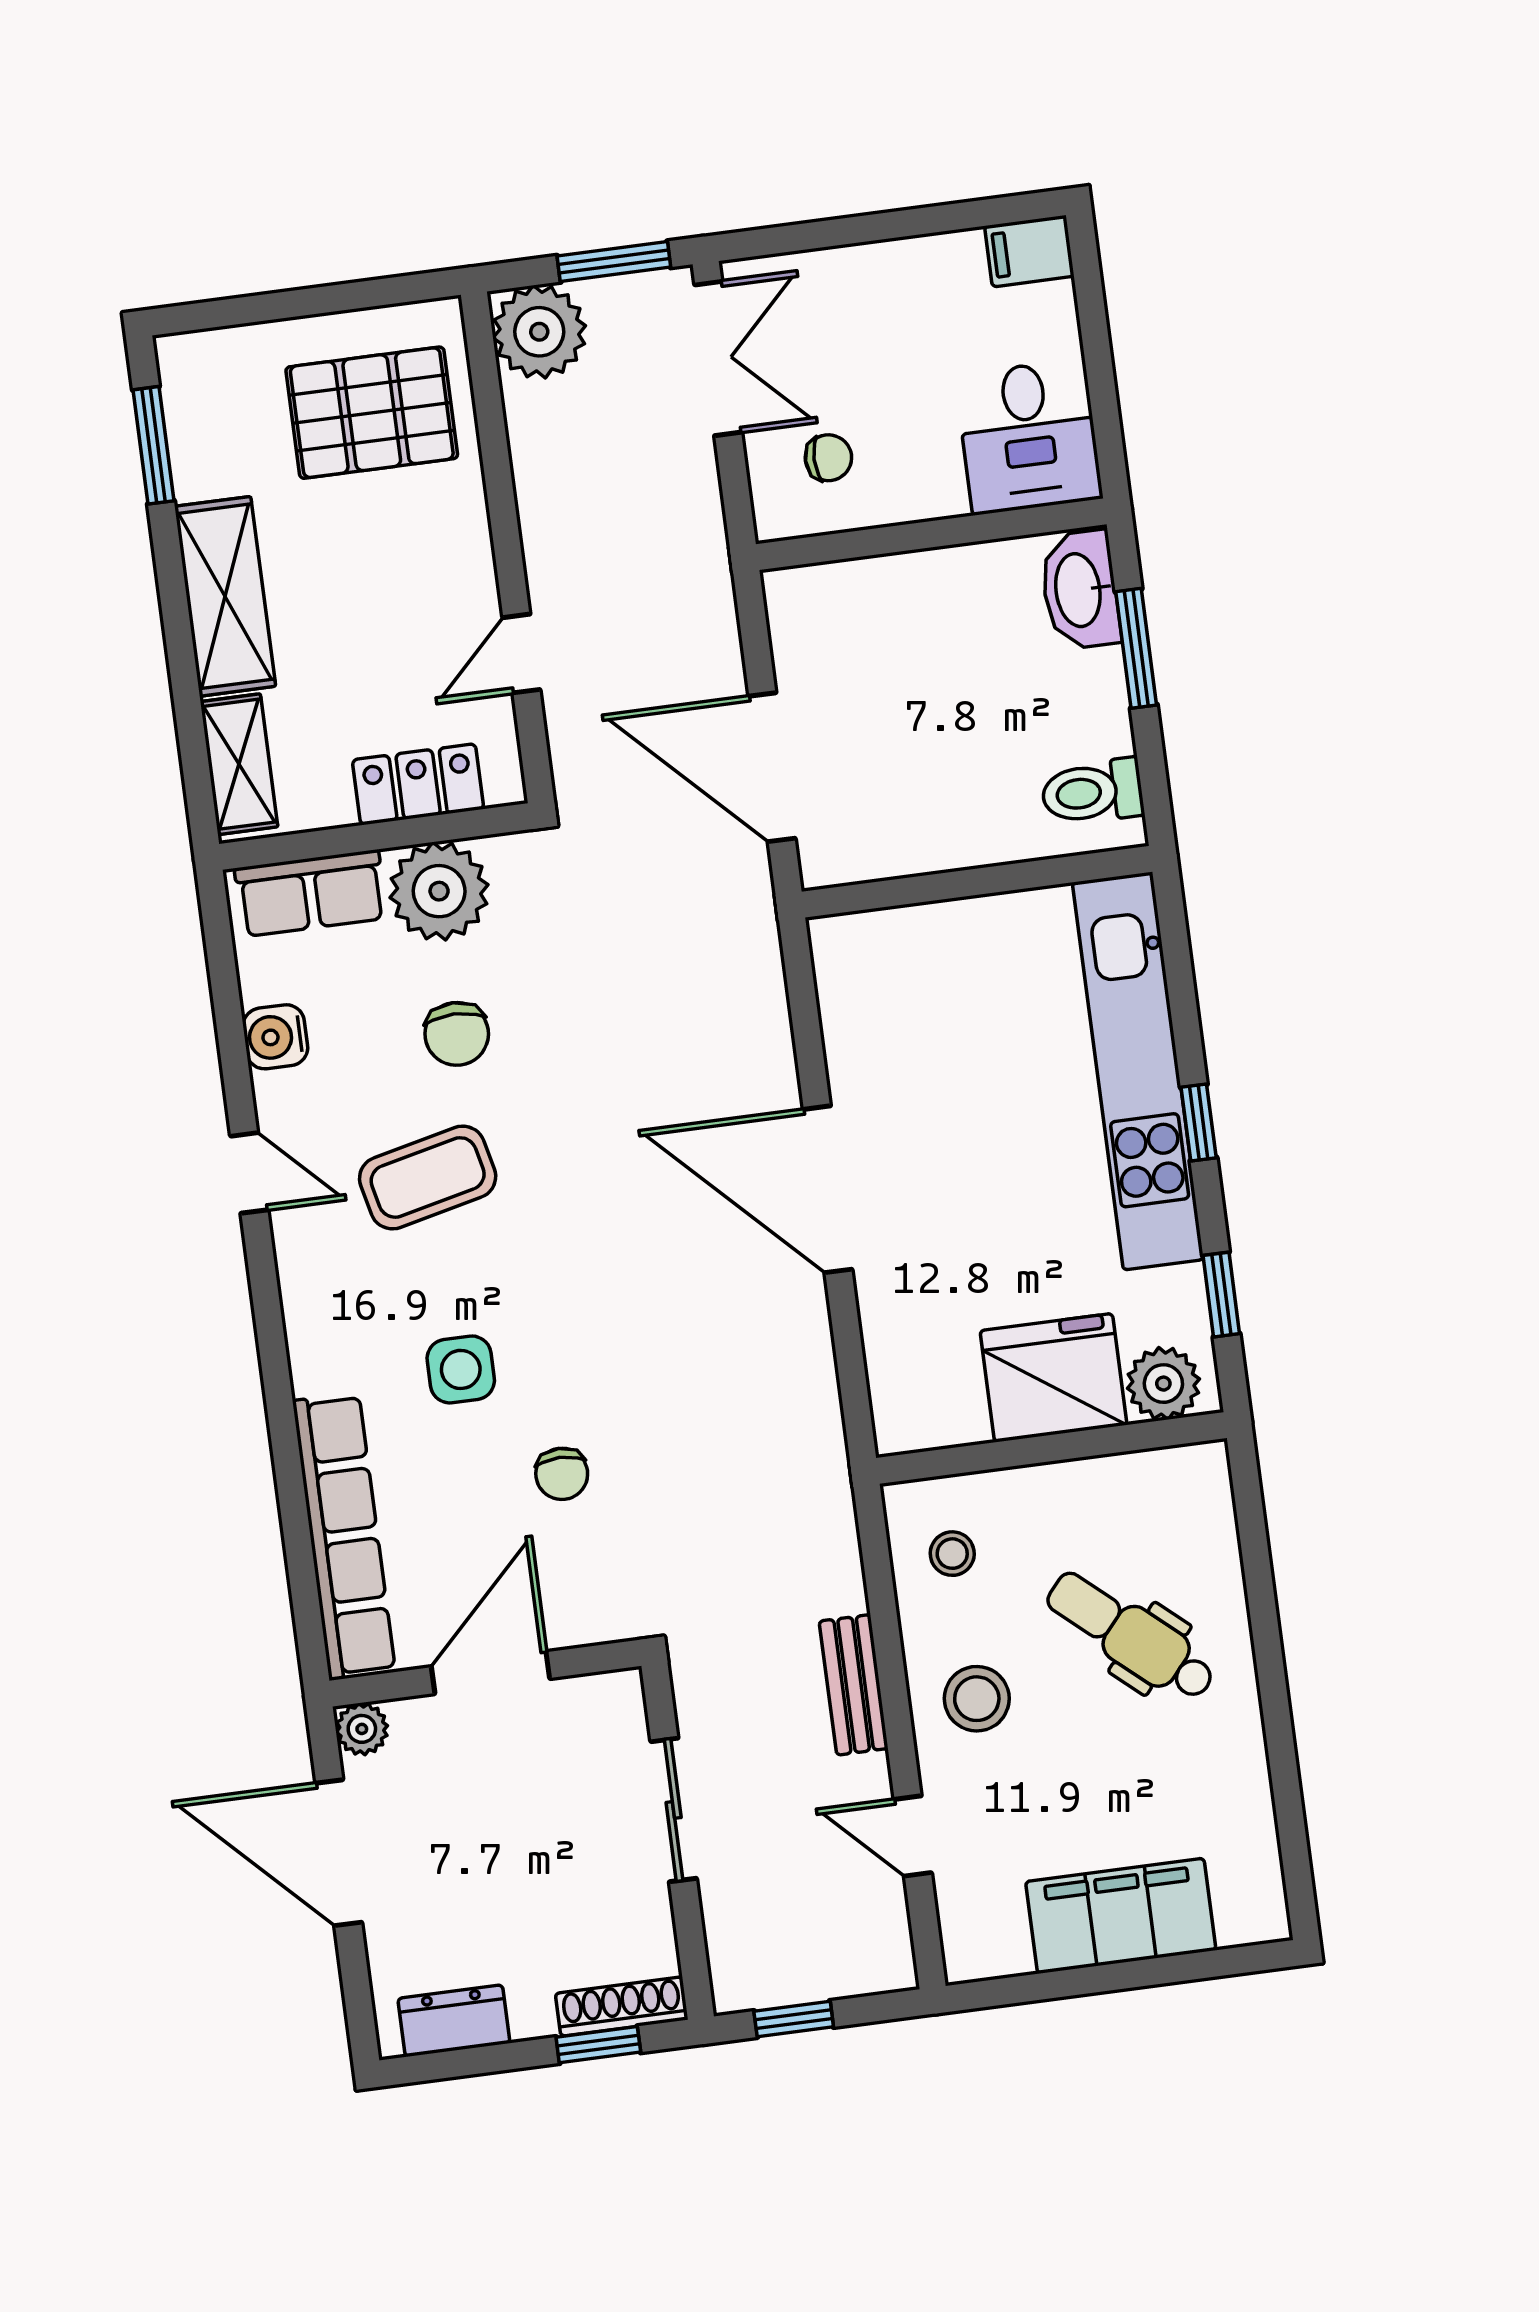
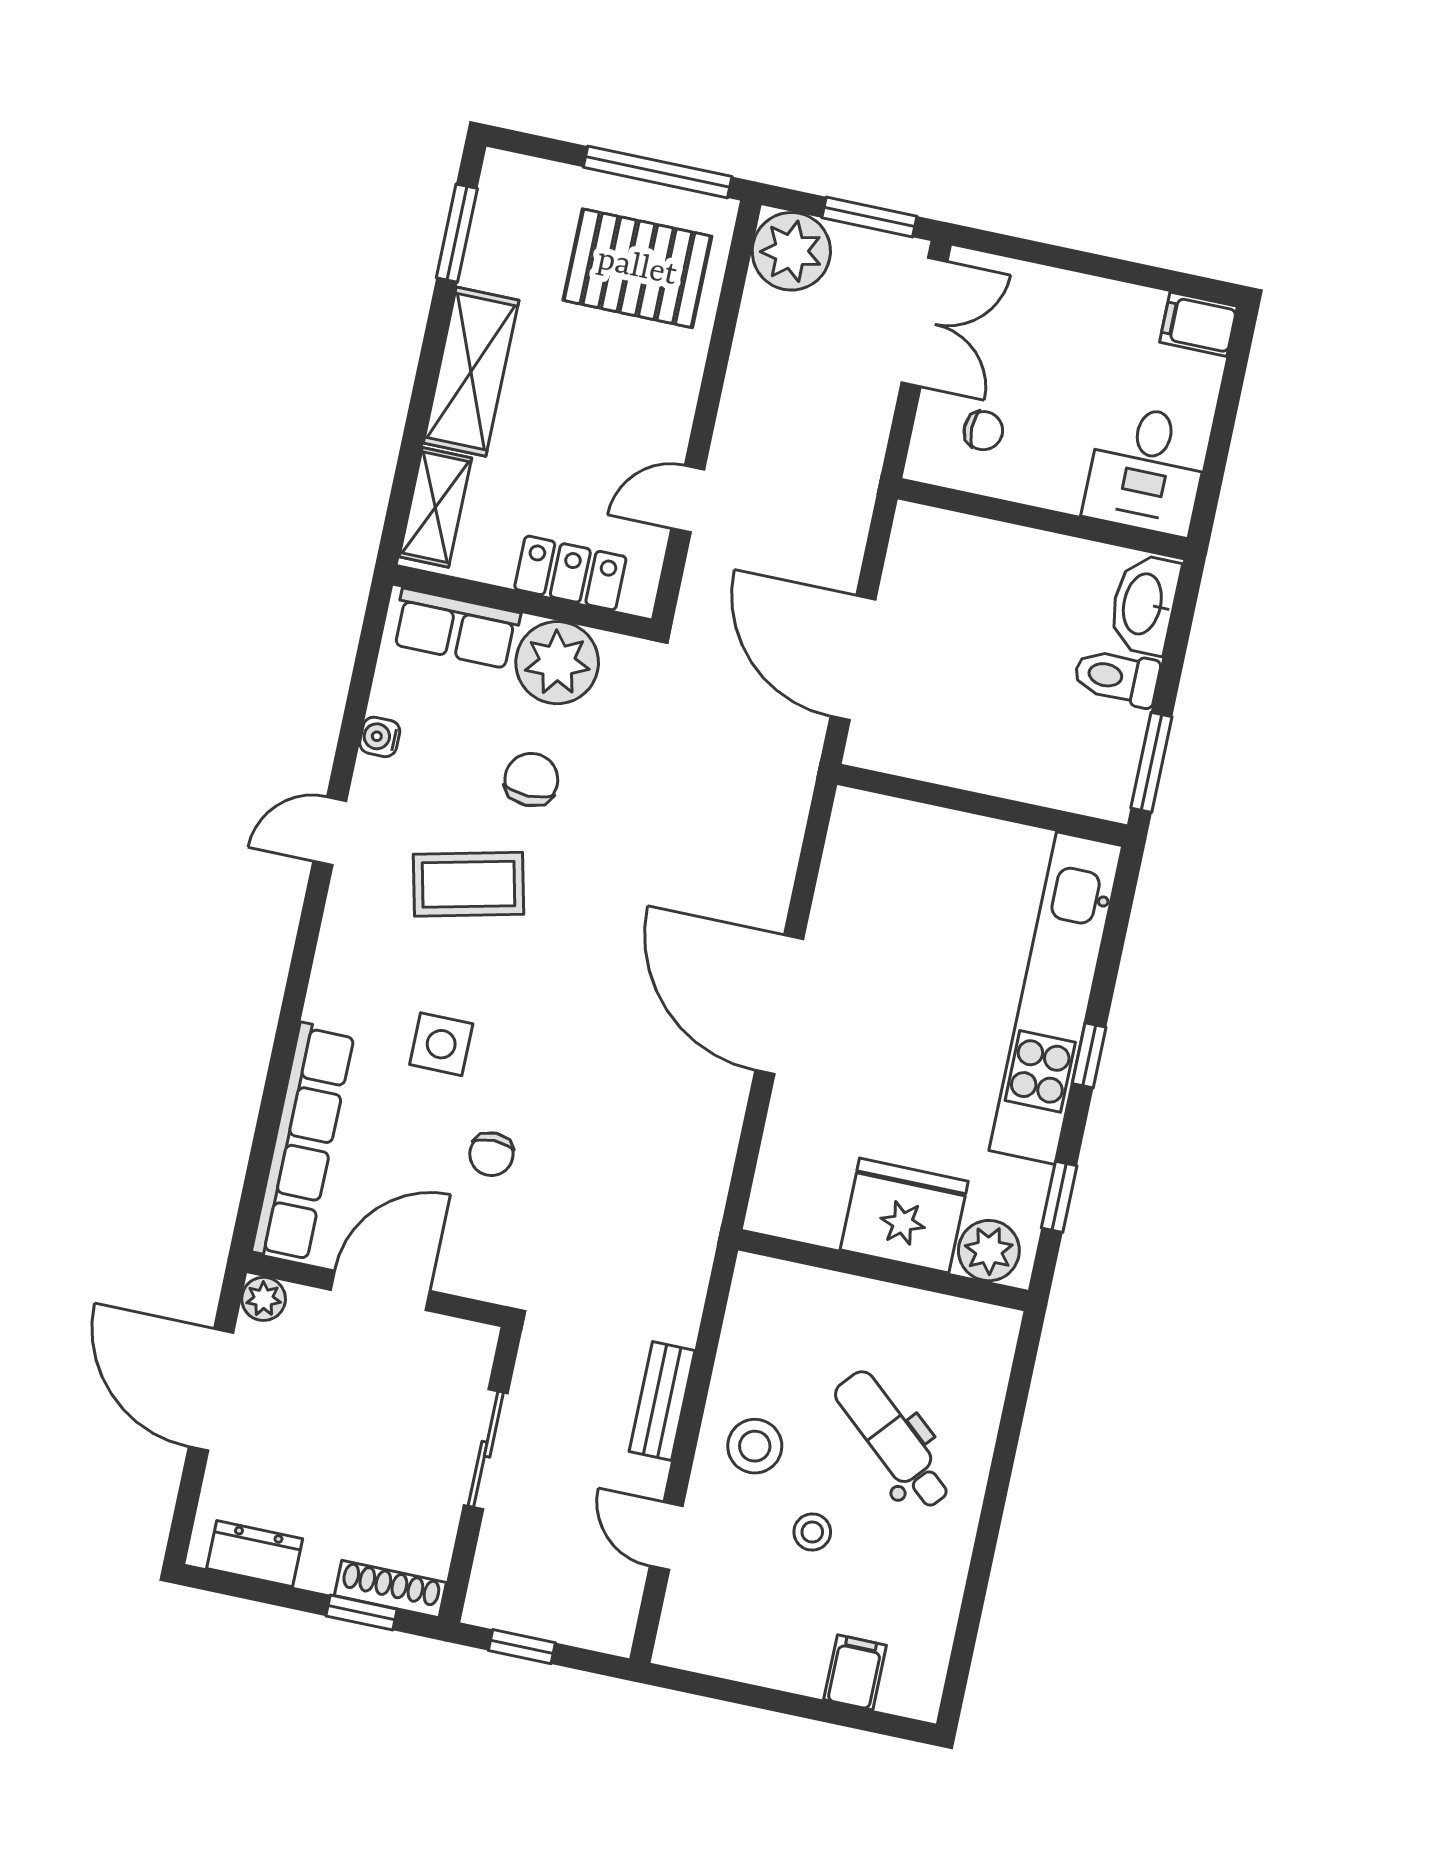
window: (356, 296) -> (658, 172), added
window: (1136, 648) -> (1151, 762), moved
toilet: (1092, 792) -> (1117, 677), moved
chair: (457, 1034) -> (531, 780), turned 180
water cooler: (275, 1037) -> (380, 737), width x0.72, depth x0.72
door: (249, 1173) -> (330, 831), swing flipped
stool: (952, 1554) -> (812, 1532), moved
filing cabinet: (1121, 1916) -> (855, 1672), width x0.33, depth x0.86

